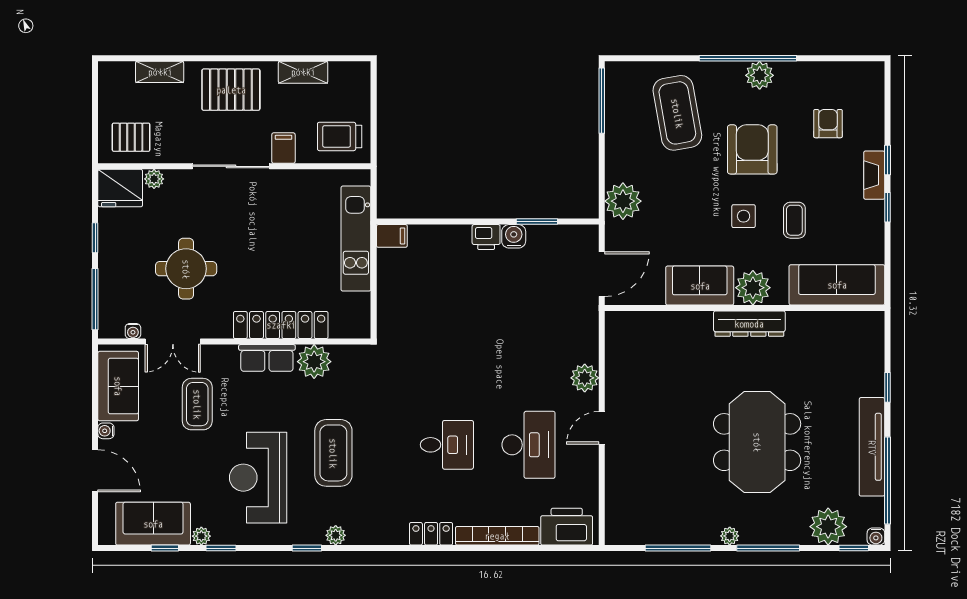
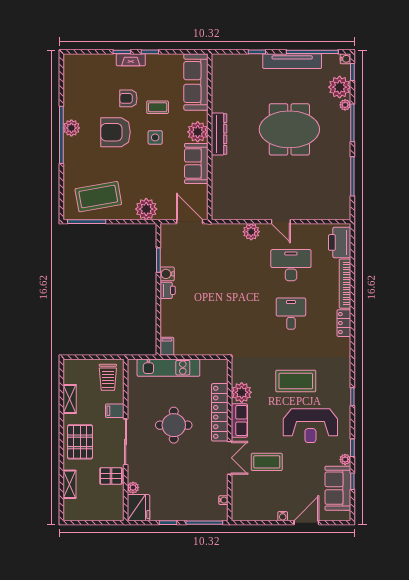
coffee table: (677, 113) -> (98, 197), moved
armchair: (828, 124) -> (128, 98), moved
pallet: (131, 137) -> (111, 476), moved, turned 90
round table: (186, 269) -> (174, 425), moved
double door: (173, 342) -> (230, 458), moved
sofa: (118, 386) -> (256, 509), removed
plant: (336, 535) -> (345, 380), removed
plant: (730, 536) -> (345, 105), moved

